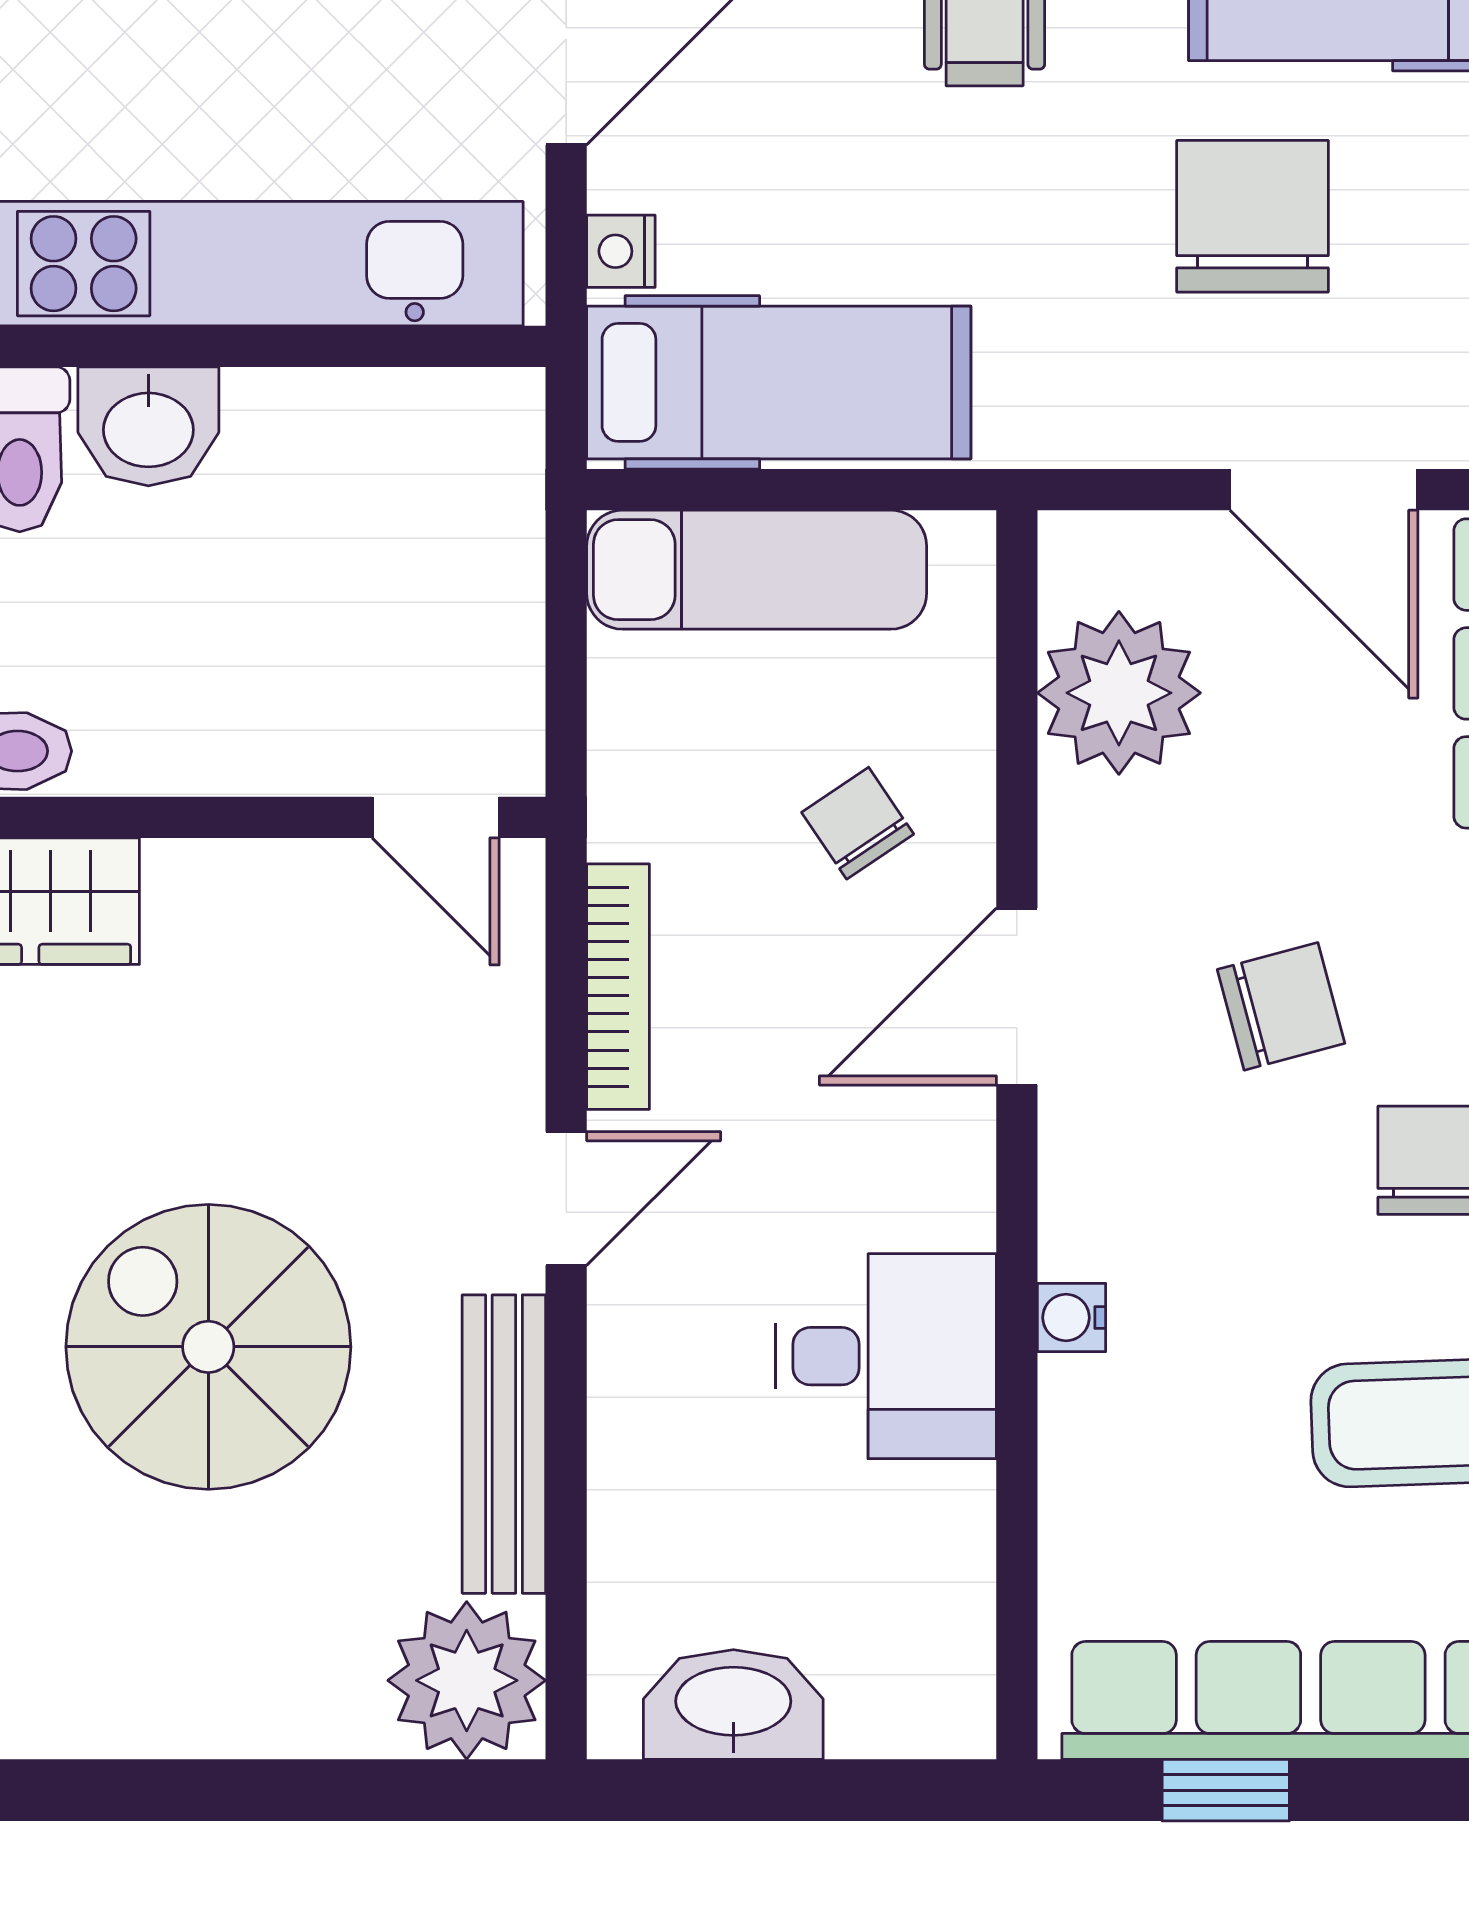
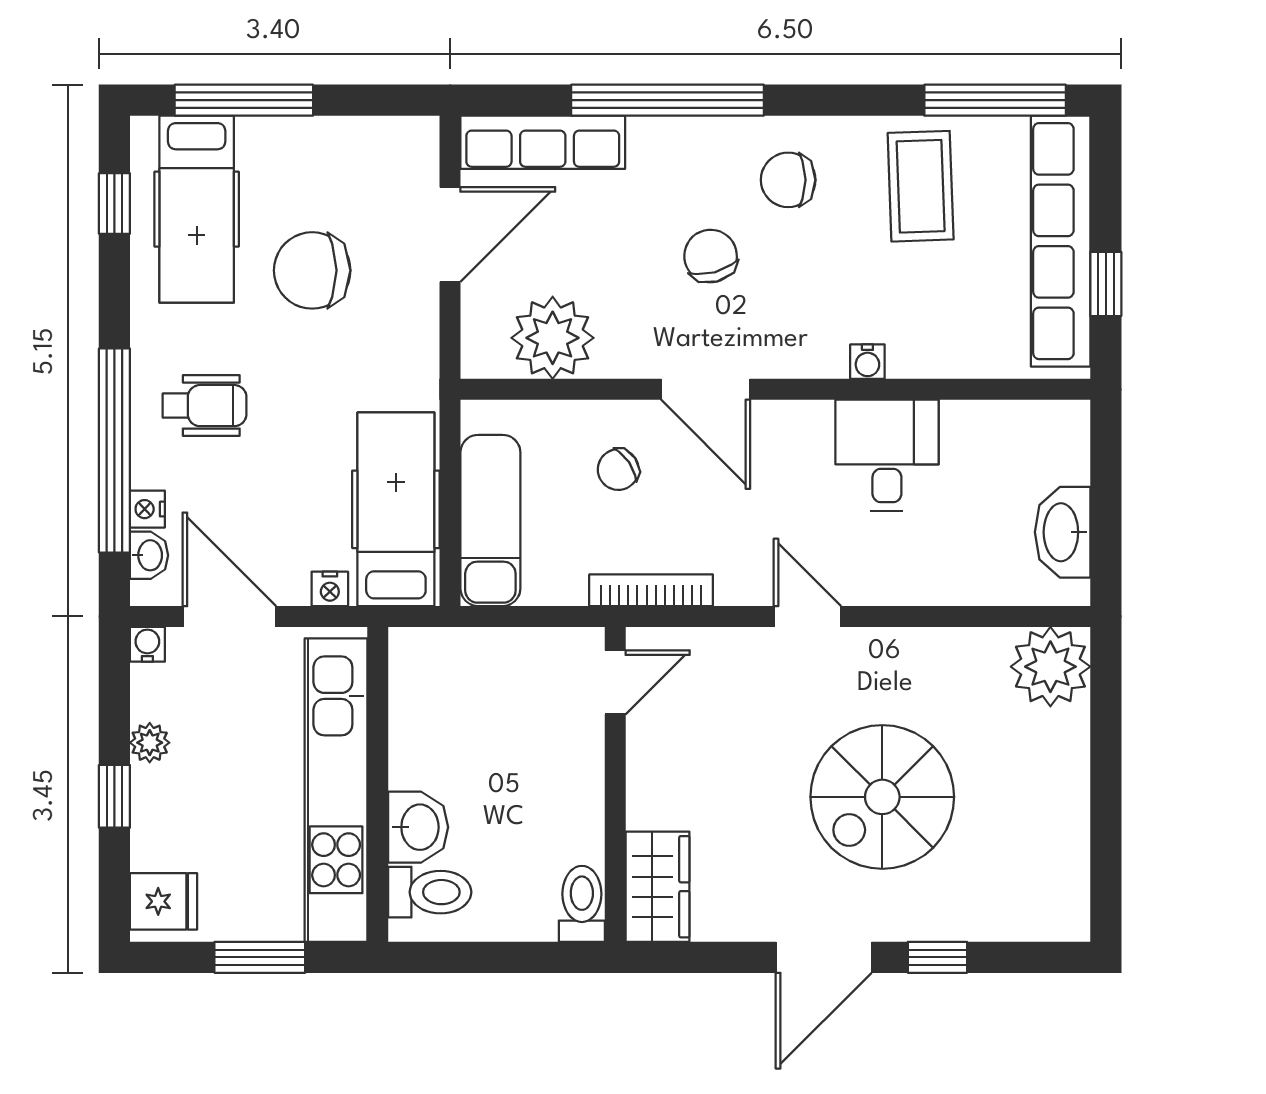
bookcase: (618, 987) -> (651, 590), moved
bench: (504, 1444) -> (931, 648), removed

